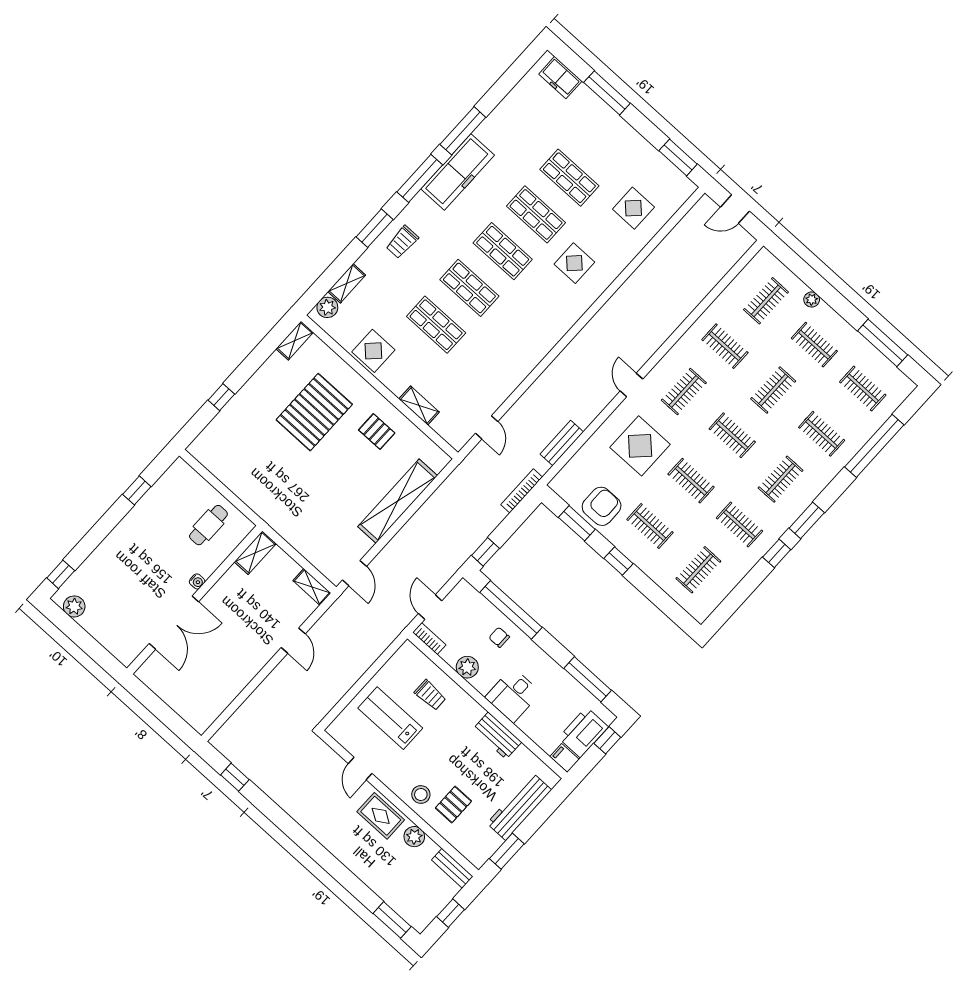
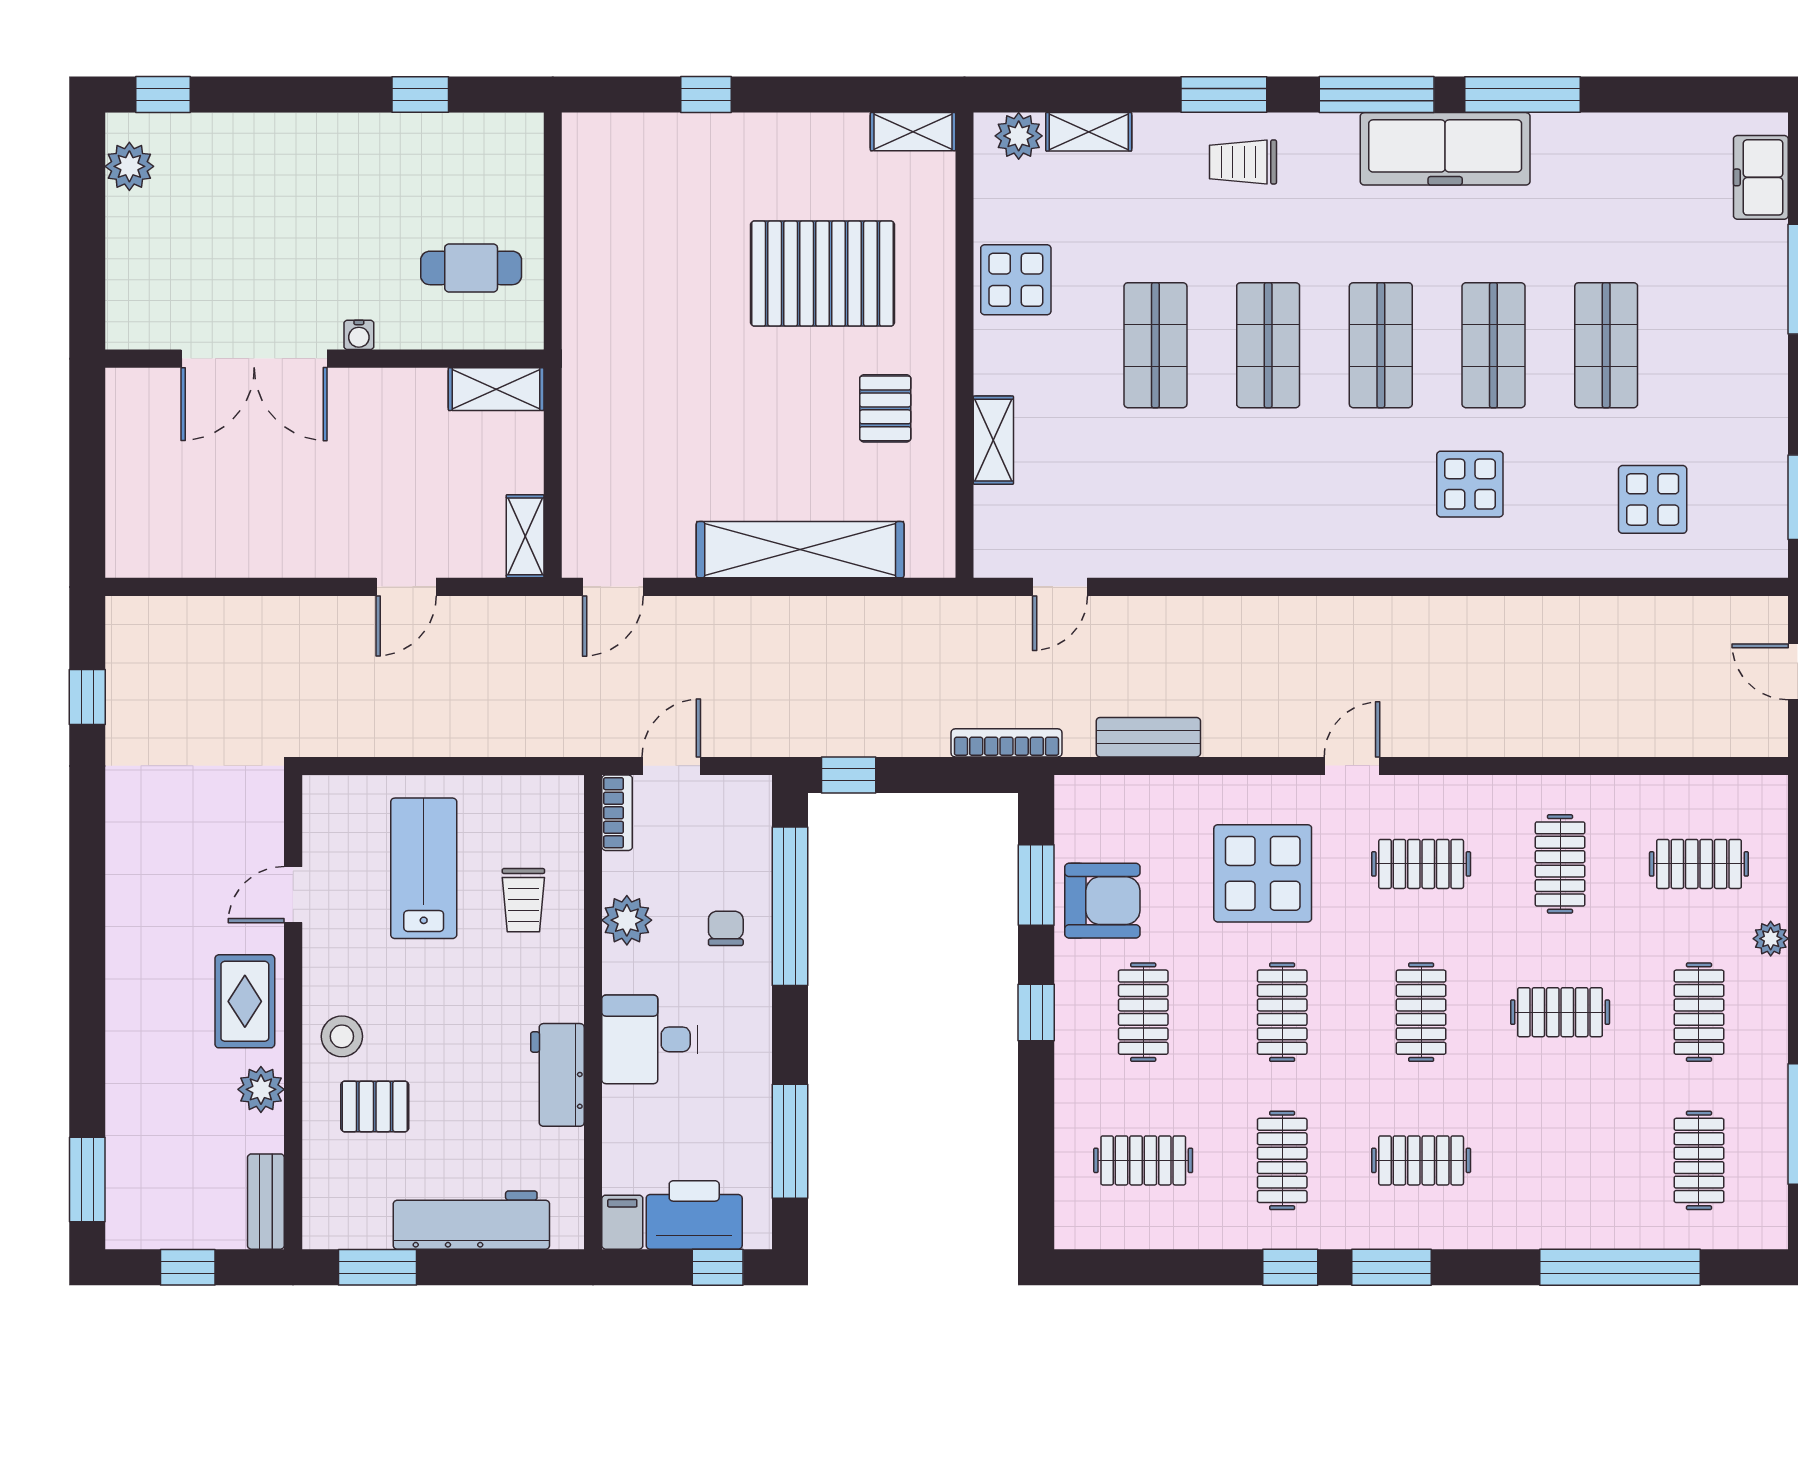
clothes rail: (822, 434) -> (1560, 1160), removed

